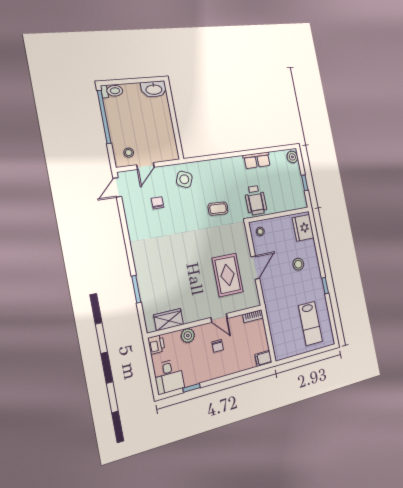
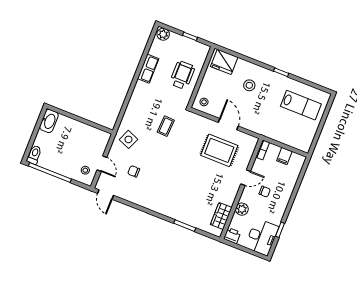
wheelchair: (256, 200) -> (182, 75), moved, turned -90
filing cabinet: (263, 358) -> (284, 156), moved
desk: (169, 376) -> (262, 237), width x1.37

